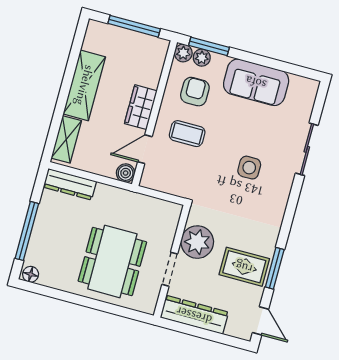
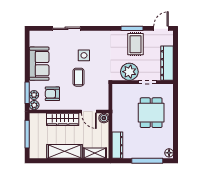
wardrobe: (141, 107) -> (63, 119), width x1.50
coffee table: (187, 134) -> (78, 77), moved
dining table: (112, 261) -> (151, 113), width x0.73

